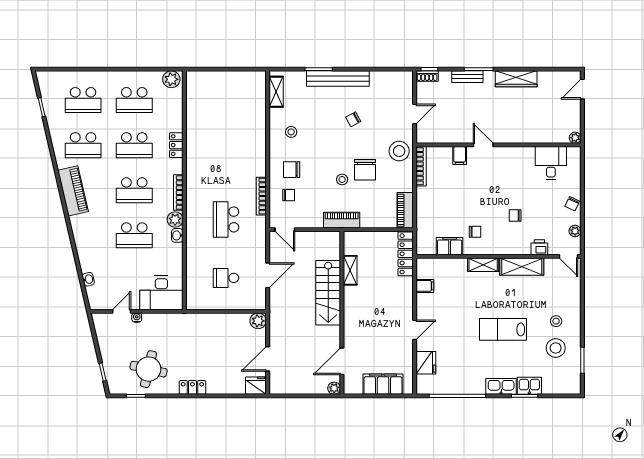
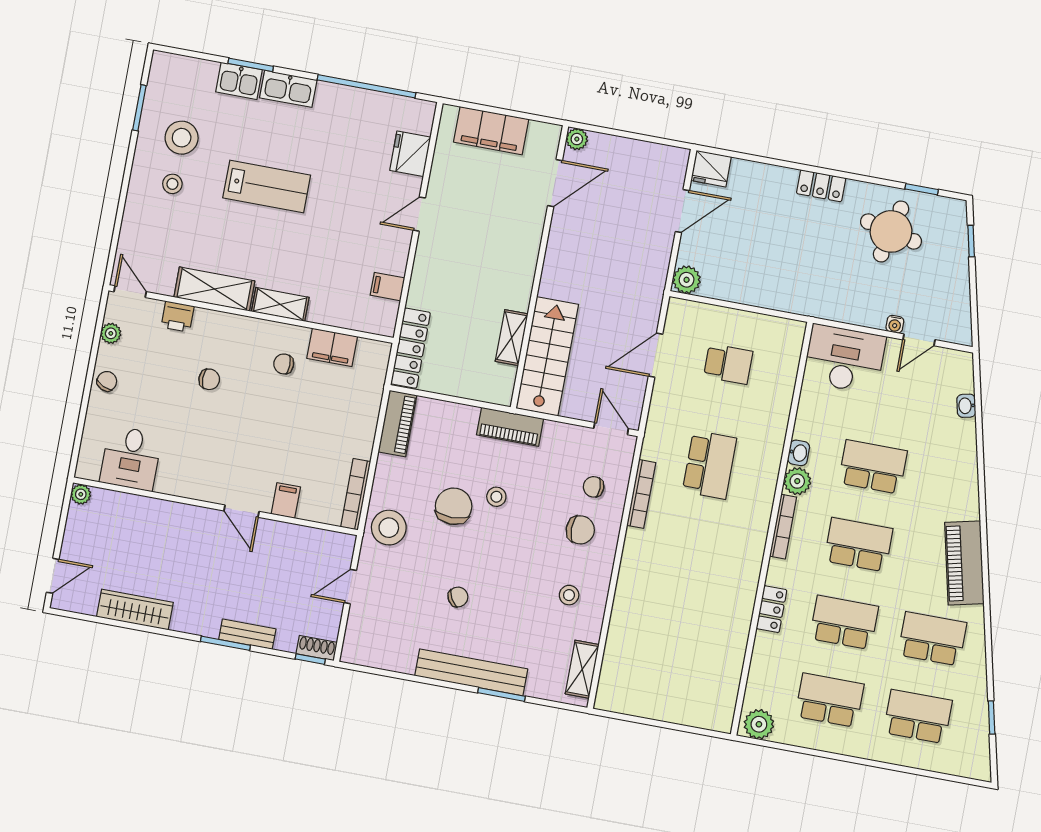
wardrobe: (516, 79) -> (135, 610), moved
stairs: (328, 293) -> (547, 356), moved

